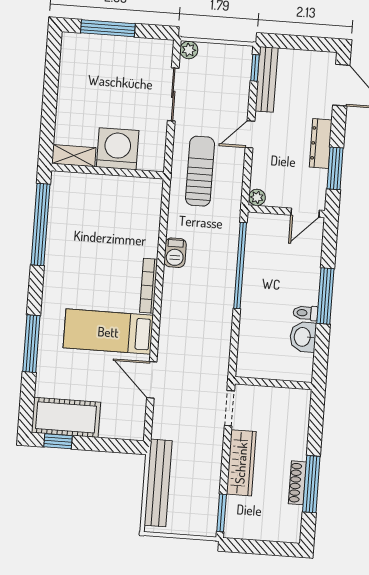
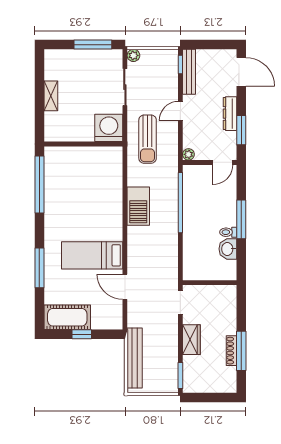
window: (108, 28) -> (93, 45), moved
washing machine: (118, 149) -> (109, 128), moved
shelving: (74, 156) -> (51, 96), moved, turned 90
sun lounger: (200, 171) -> (148, 139), turned 180
barbecue: (175, 253) -> (138, 206), width x1.88, depth x1.53
bookcase: (149, 286) -> (118, 221), removed
window: (58, 441) -> (82, 334), moved
wardrobe: (241, 463) -> (191, 340), width x0.67

